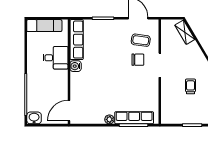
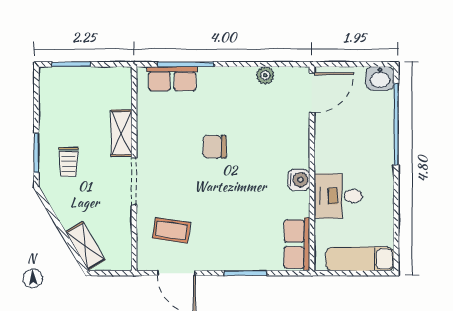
row of seats: (77, 40) -> (297, 244), width x0.68
chair: (138, 60) -> (215, 147), moved
trolley: (191, 86) -> (69, 162), moved
shelving: (166, 90) -> (121, 133), added
row of seats: (134, 118) -> (172, 79), width x0.68
plant: (109, 119) -> (265, 75), moved

